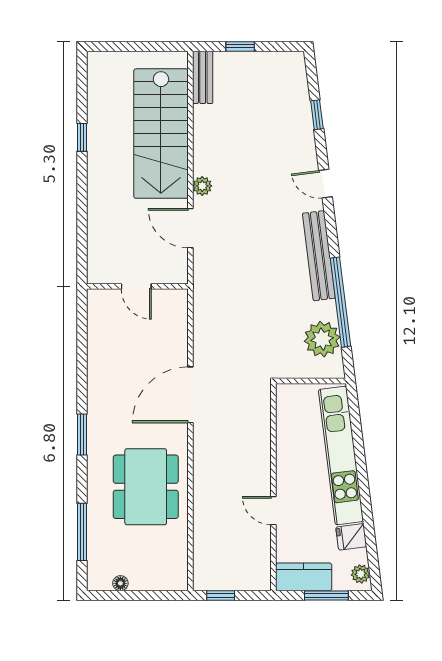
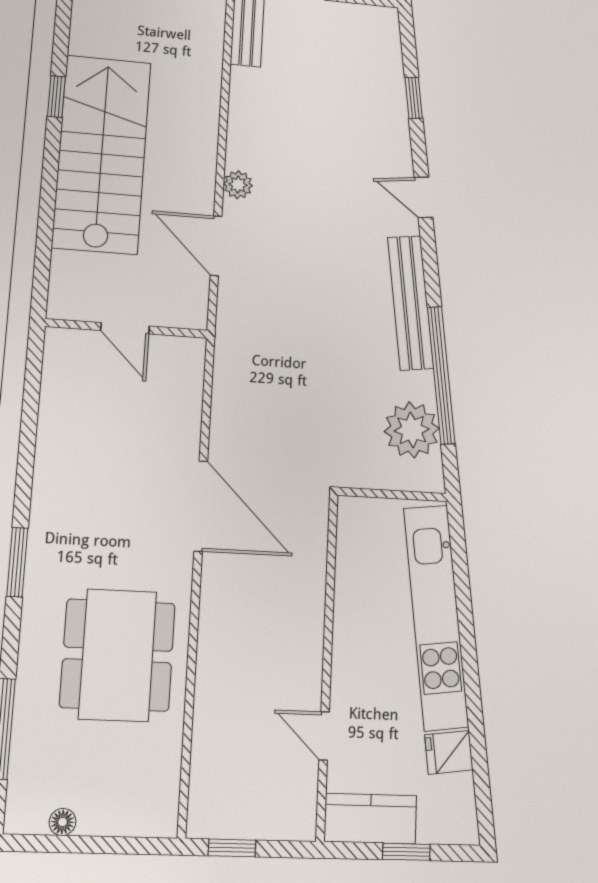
stairs: (161, 134) -> (102, 154), moved, turned 180
door: (190, 395) -> (201, 506), swing flipped
door: (273, 511) -> (324, 736), moved
plant: (361, 574) -> (462, 816), removed
window: (326, 596) -> (406, 852), width x0.67

